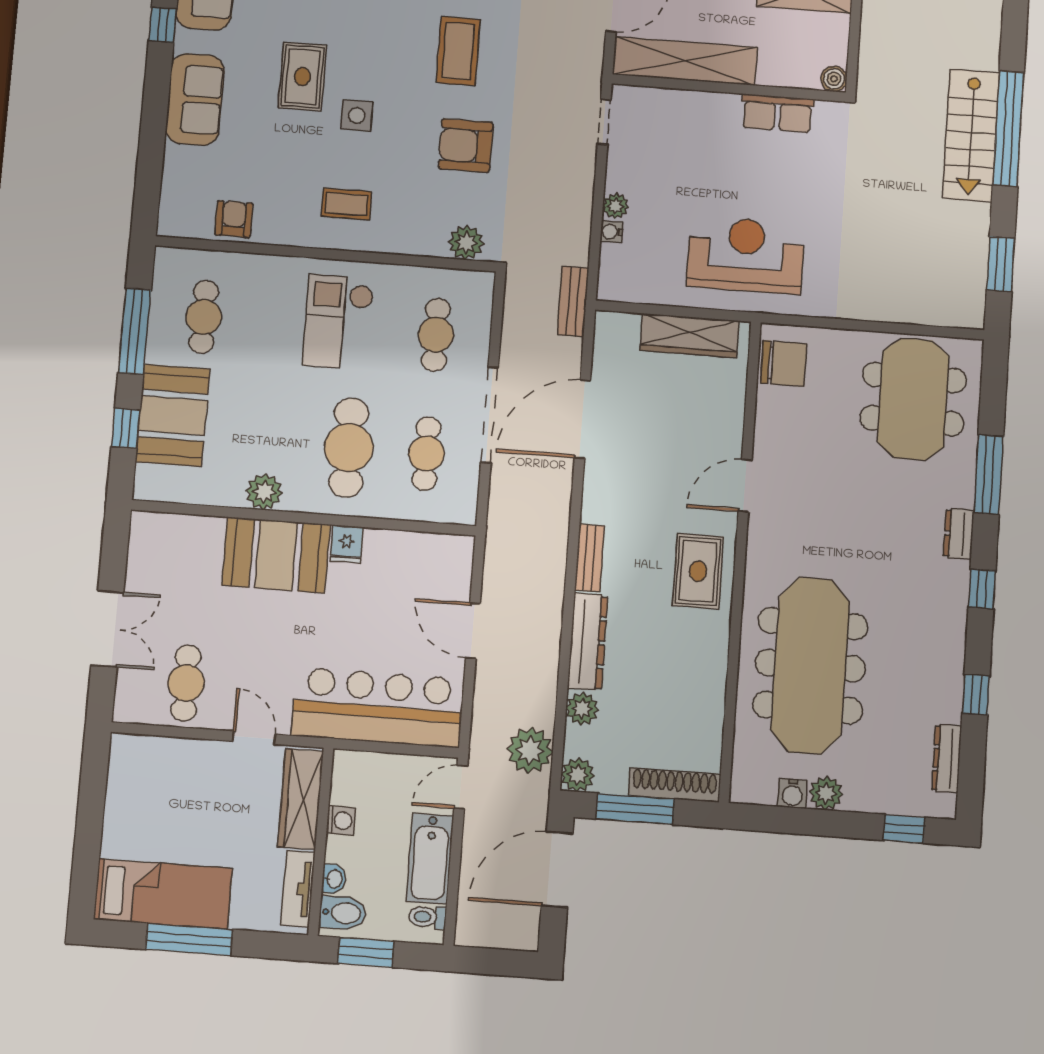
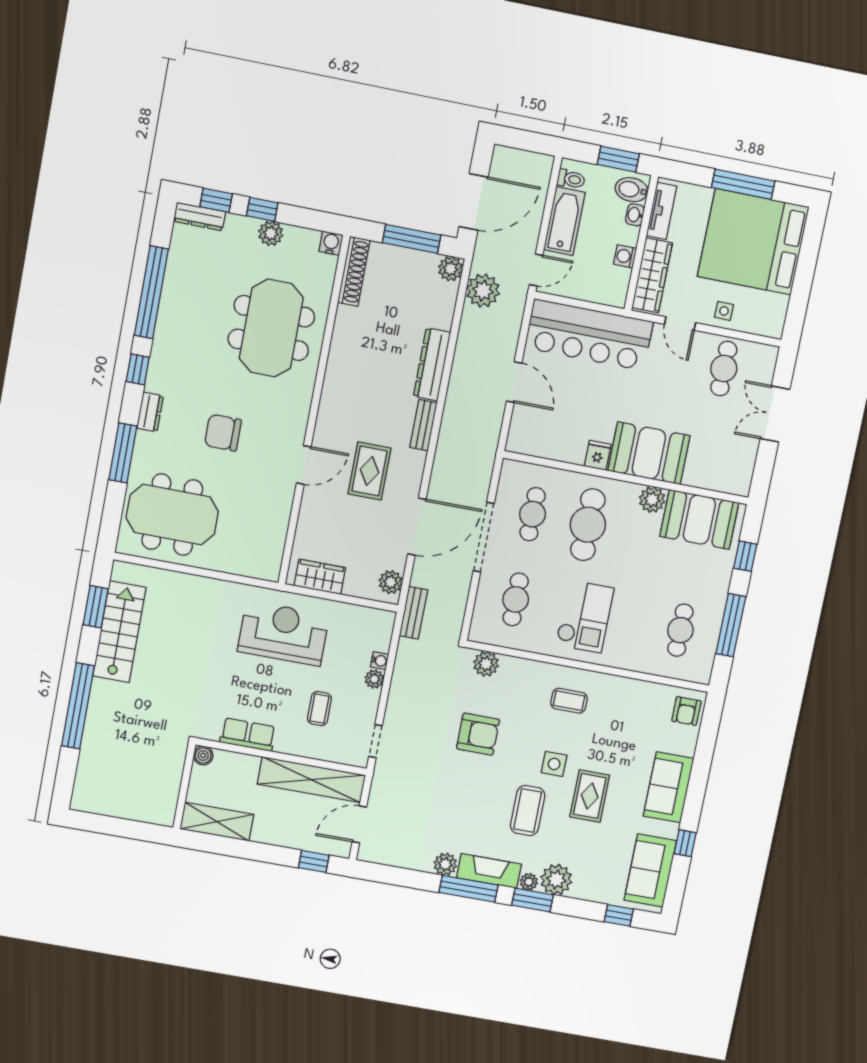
coffee table: (458, 51) -> (528, 811), moved
stairs: (971, 135) -> (119, 632), moved
coffee table: (685, 158) -> (319, 709), added
armchair: (234, 219) -> (686, 711), moved
reception desk: (746, 255) -> (283, 633), turned 180
wardrobe: (689, 336) -> (320, 577), width x0.67
chair: (784, 363) -> (223, 433), moved
meeting table: (913, 399) -> (172, 515), turned 90
booth: (173, 415) -> (699, 520), moved, turned 90
rug: (698, 571) -> (370, 471), moved
meeting table: (810, 666) -> (271, 328), width x0.73
window: (976, 695) -> (151, 292), width x3.17
plant: (582, 709) -> (391, 582), moved
dresser: (947, 759) -> (200, 216), moved, turned 90
side table: (195, 762) -> (724, 311), added
shoe rack: (675, 785) -> (354, 271), moved, turned -90
water cooler: (792, 793) -> (331, 243), moved
window: (841, 824) -> (262, 209), added
bed: (163, 894) -> (753, 242), width x2.04

